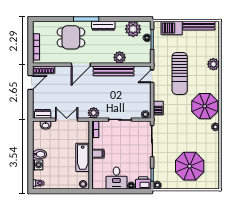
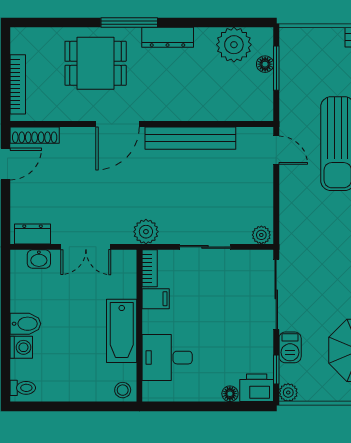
barbecue: (172, 28) -> (320, 42), removed
plant: (120, 57) -> (204, 108), removed
door: (152, 76) -> (276, 150), swing flipped
barbecue: (158, 108) -> (290, 347), moved
double door: (67, 120) -> (86, 247), swing flipped
filing cabinet: (98, 154) -> (156, 299), moved
desk: (116, 178) -> (167, 358), moved, turned 90

